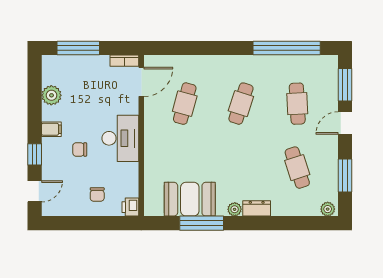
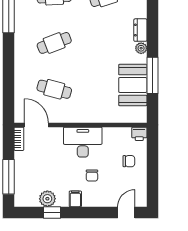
cafe table: (241, 104) -> (54, 43), turned -39
window: (35, 154) -> (52, 213), moved
door: (35, 191) -> (126, 213), hinge flipped

